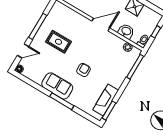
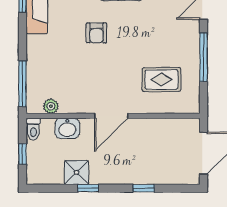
rug: (58, 42) -> (161, 80), moved

